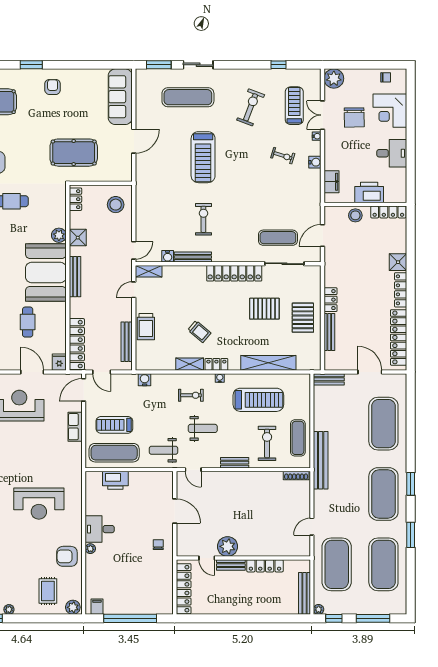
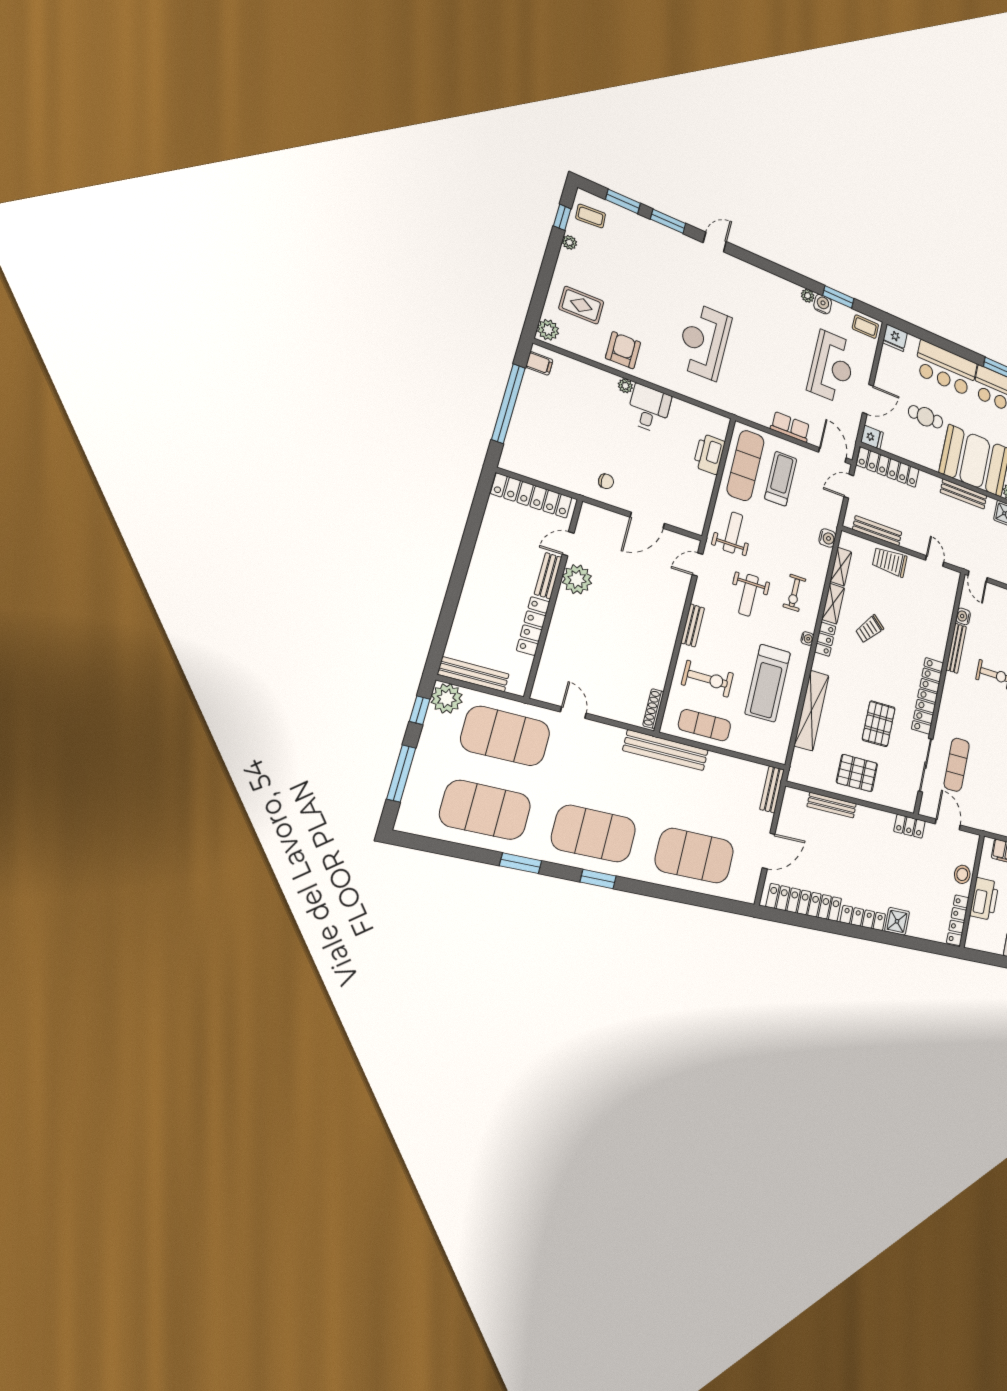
shelving: (149, 271) -> (841, 567), moved
locker: (330, 300) -> (910, 826), moved
plant: (319, 609) -> (447, 698), width x1.87, depth x1.87

